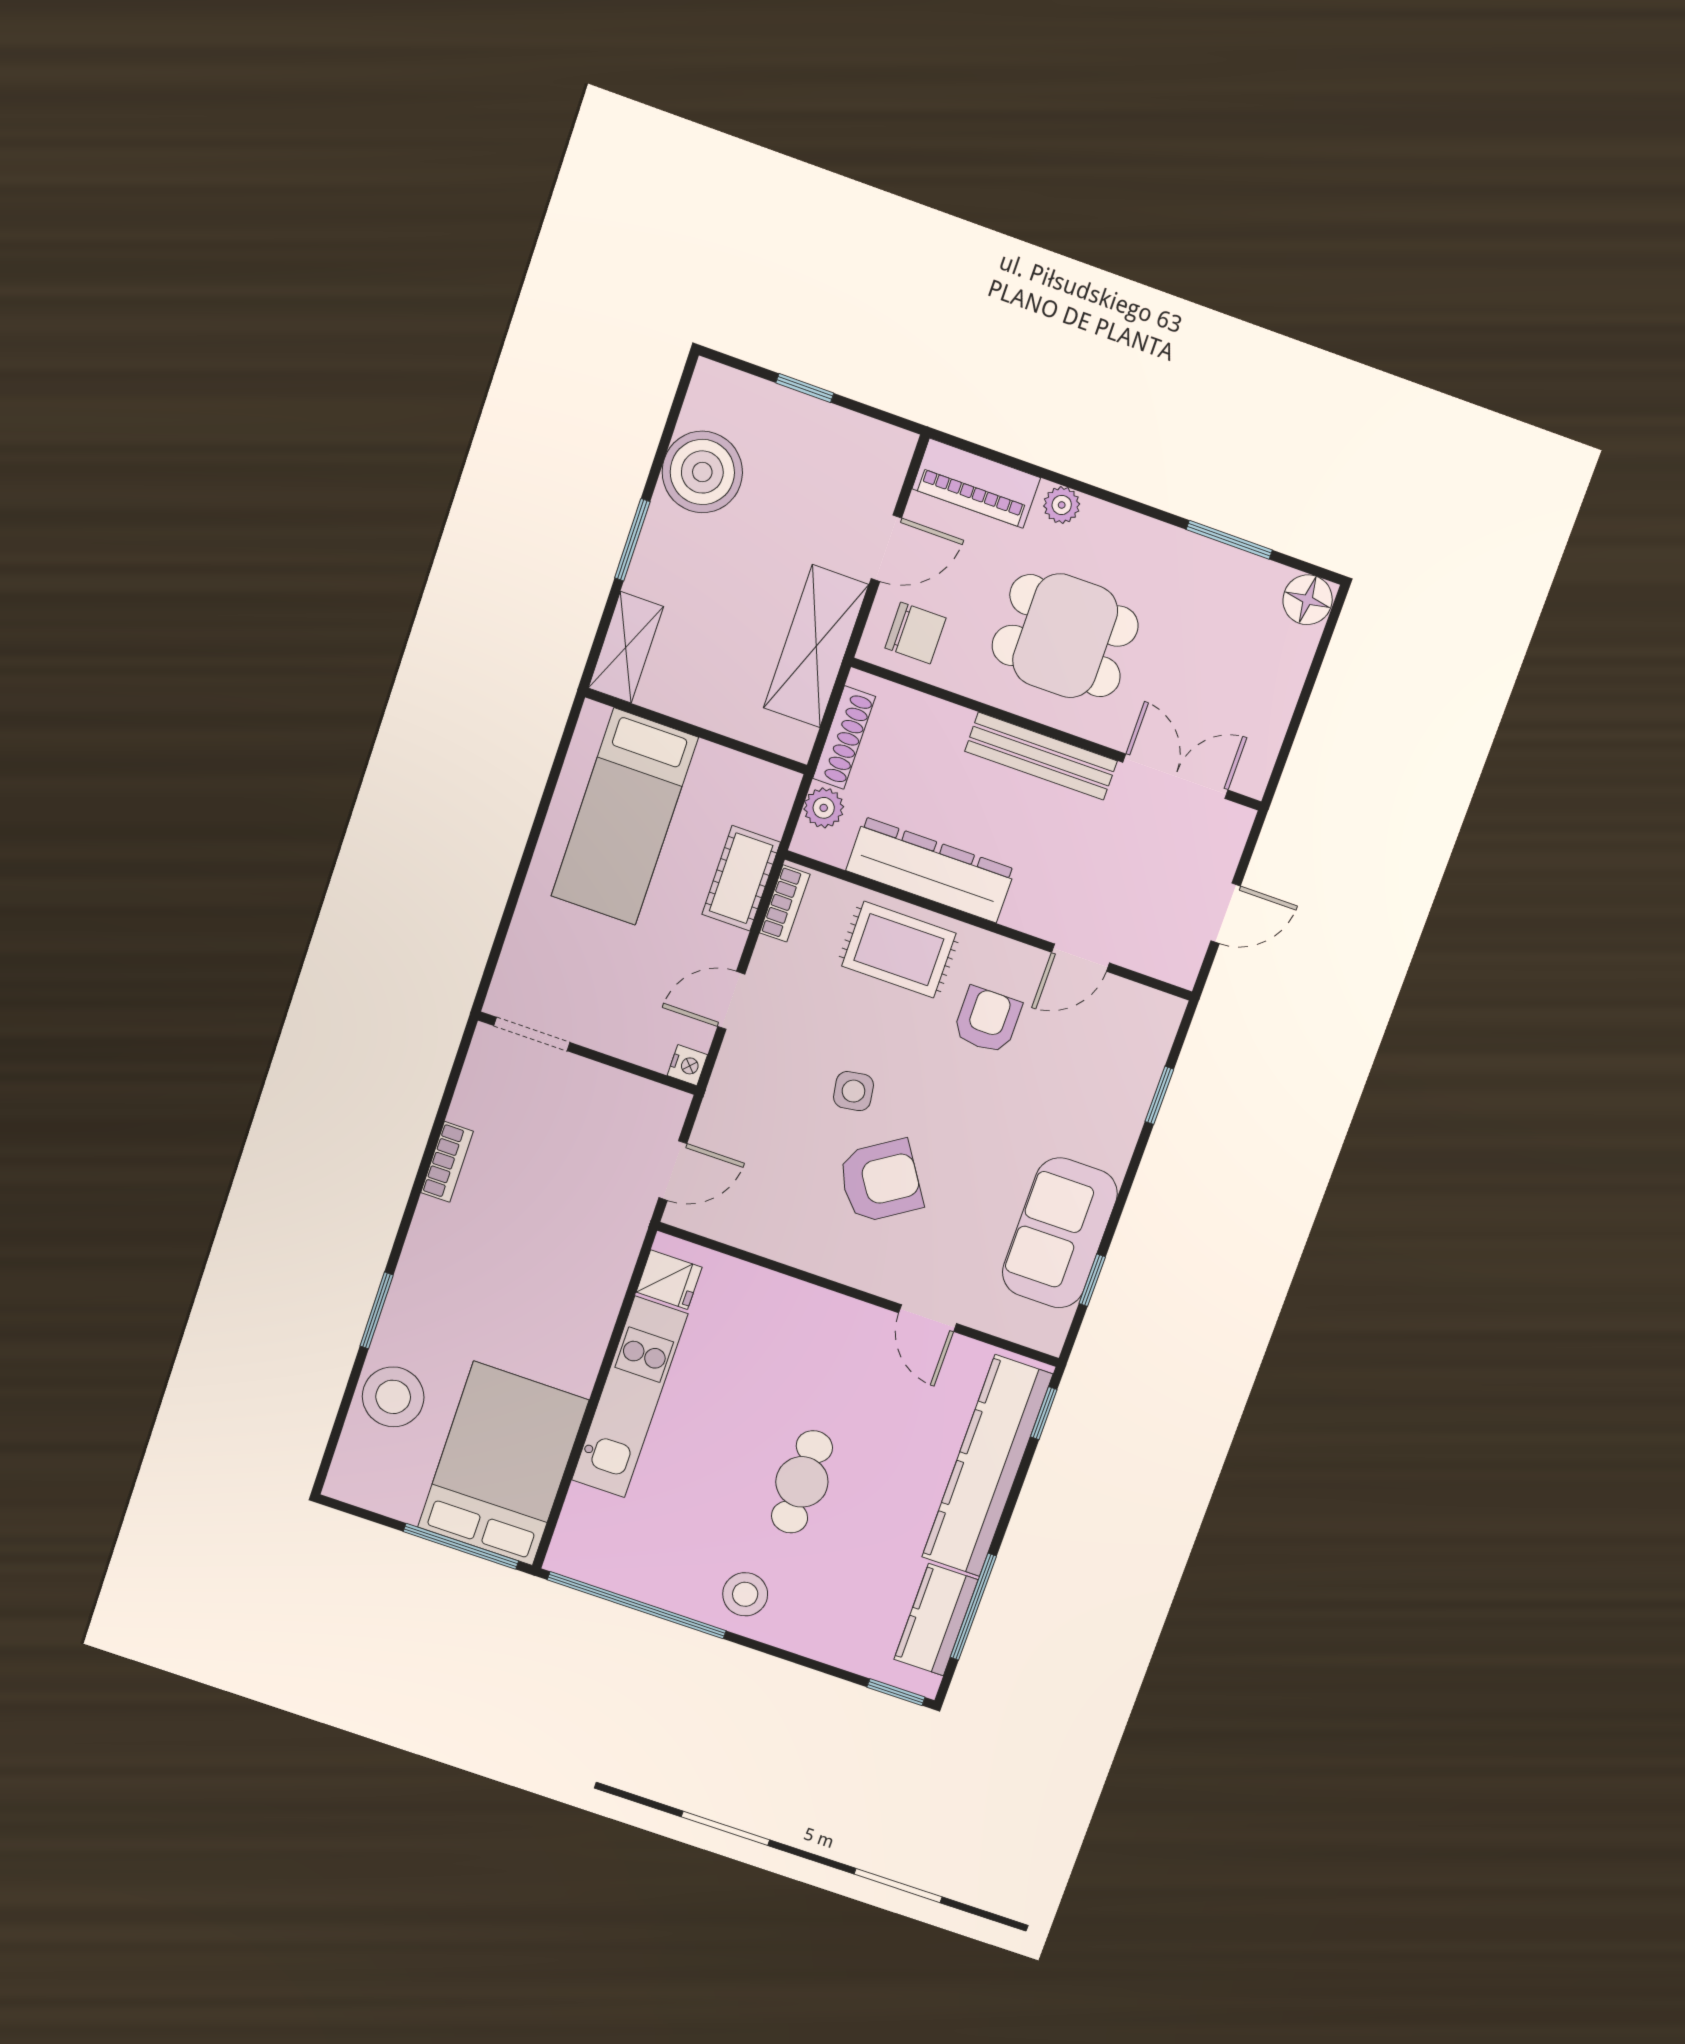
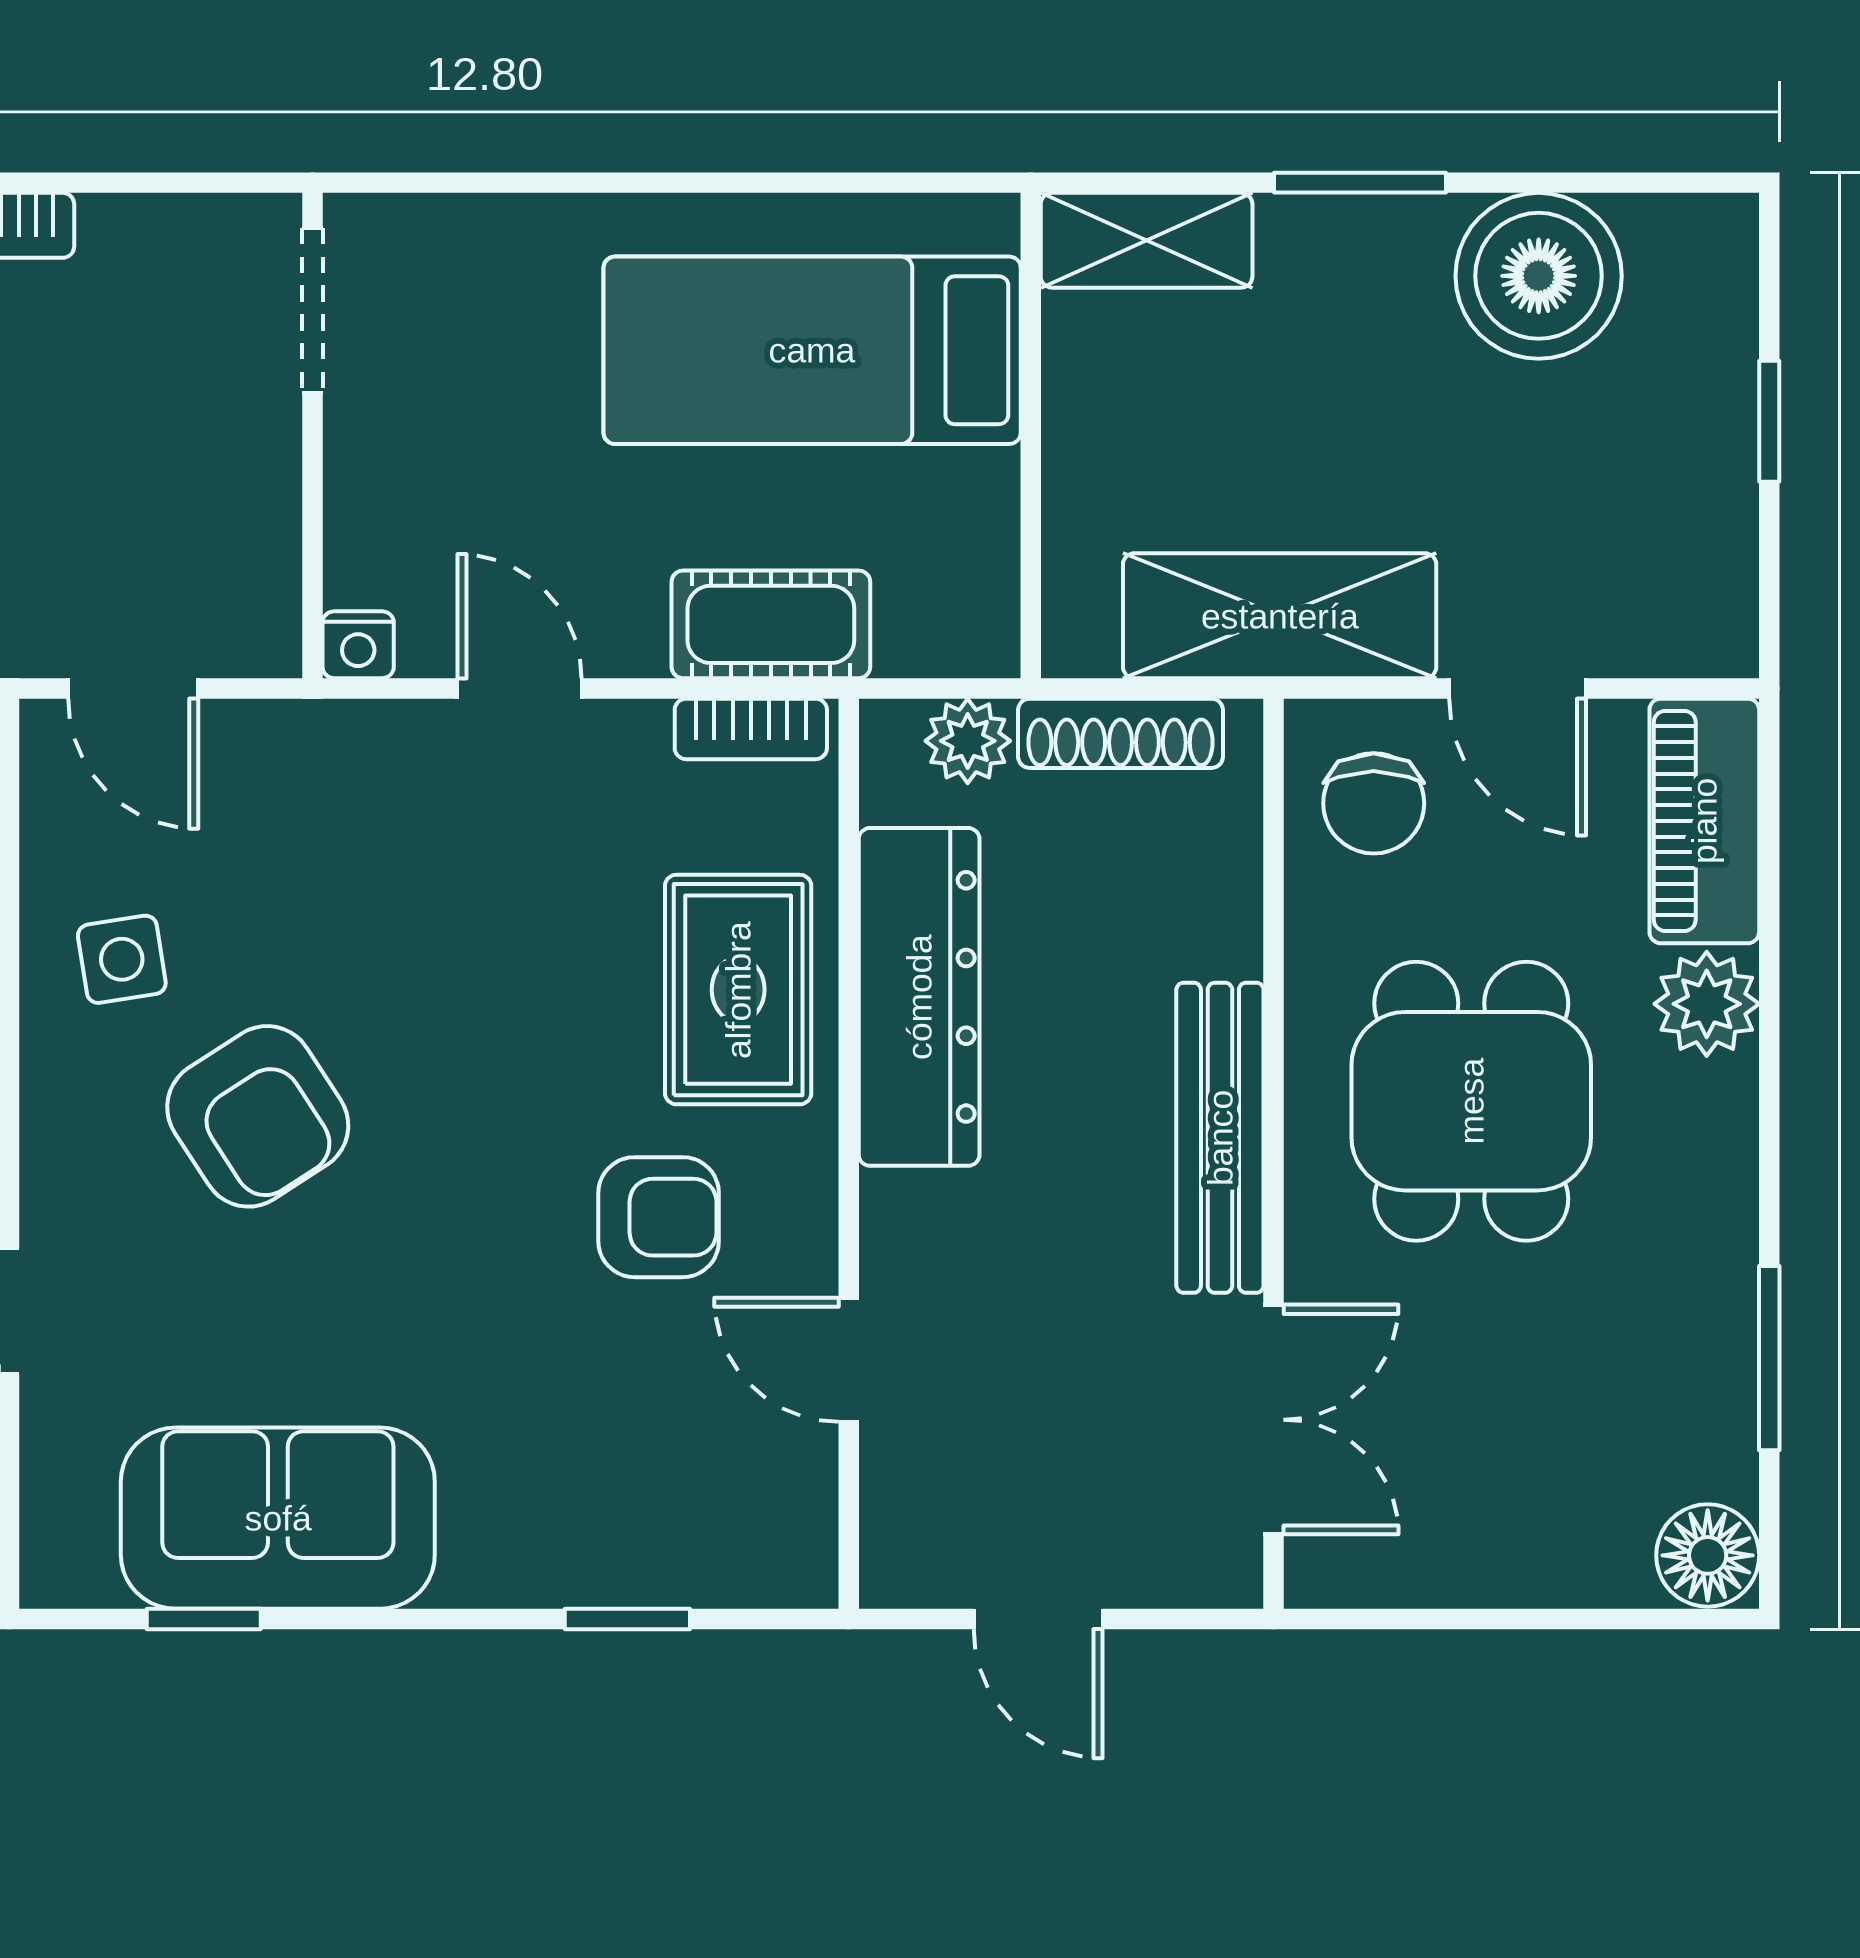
plant: (1062, 505) -> (1707, 1004), width x1.38, depth x1.38
side table: (853, 1091) -> (122, 959), moved

